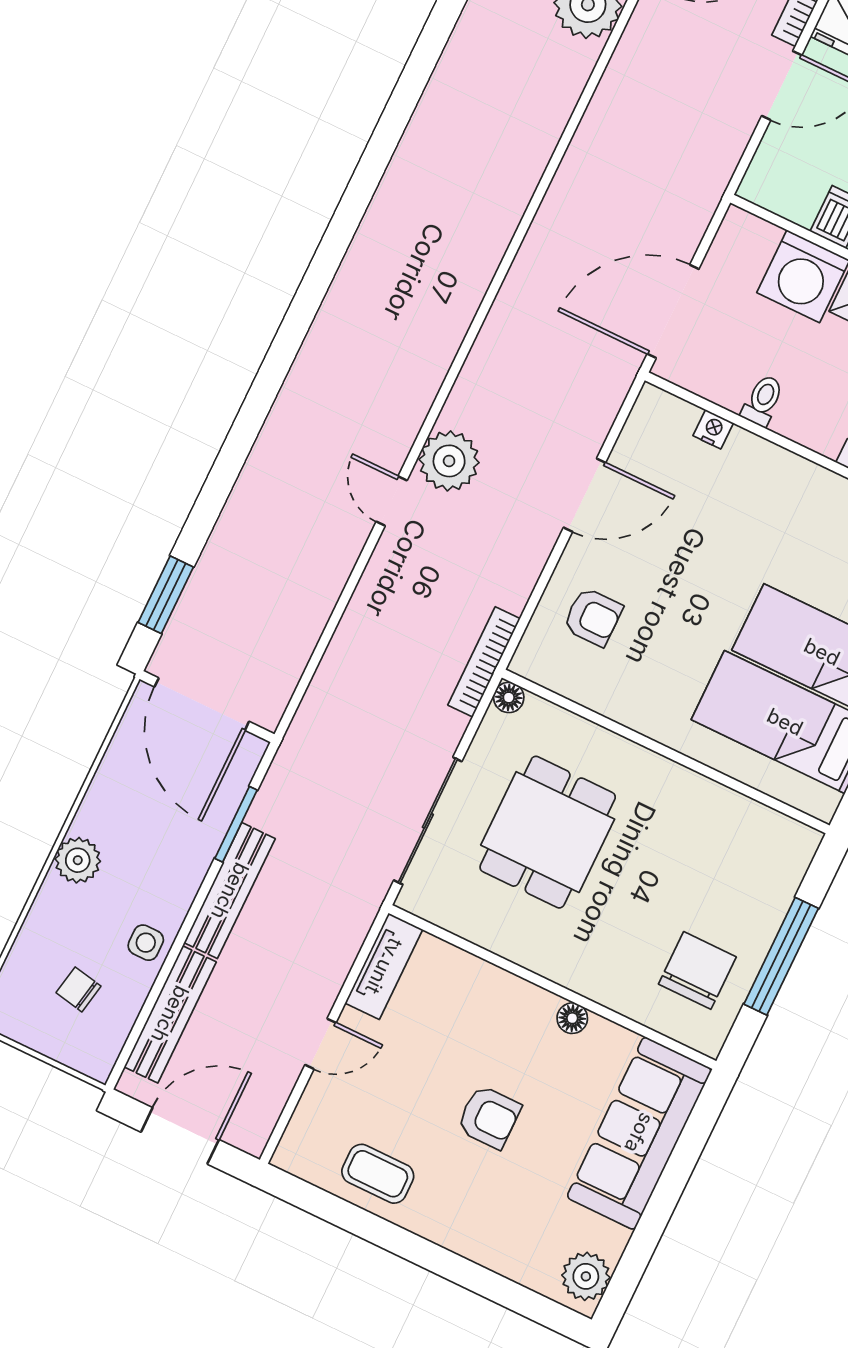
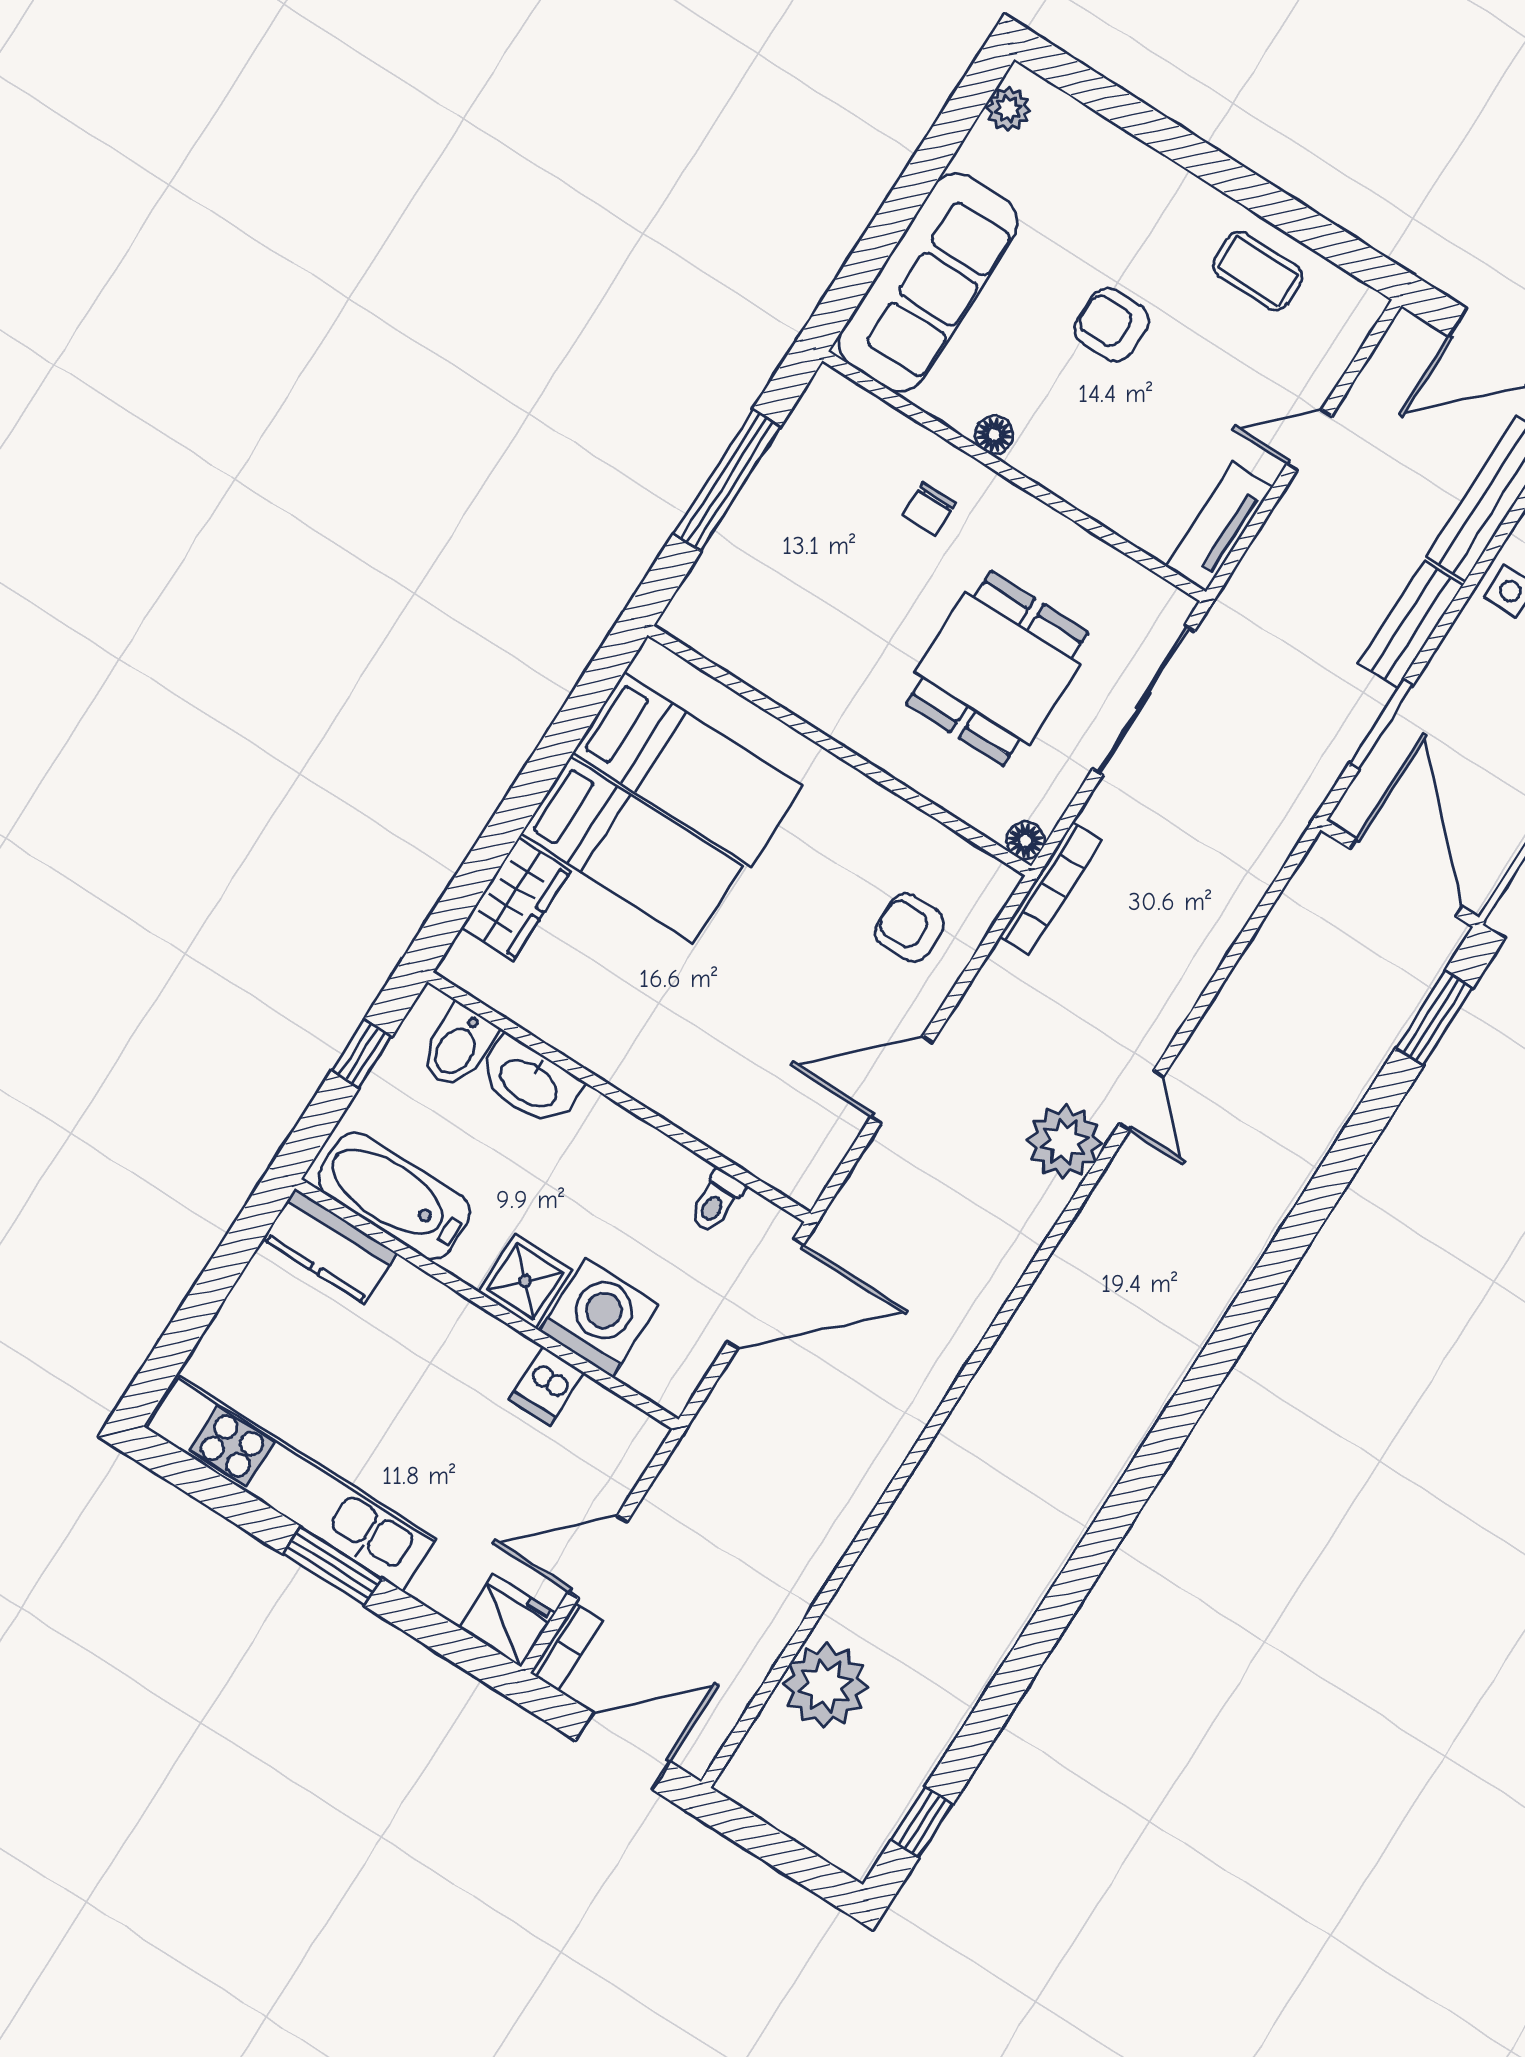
toilet: (763, 401) -> (716, 1201), moved
nightstand: (713, 429) -> (733, 1142), removed
bench: (230, 891) -> (1411, 624), width x0.73
chair: (697, 970) -> (929, 509), moved, width x0.54, depth x0.54
plant: (586, 1276) -> (1008, 109), width x0.73, depth x0.73

